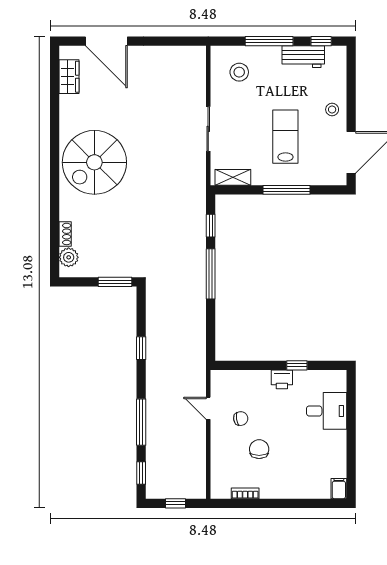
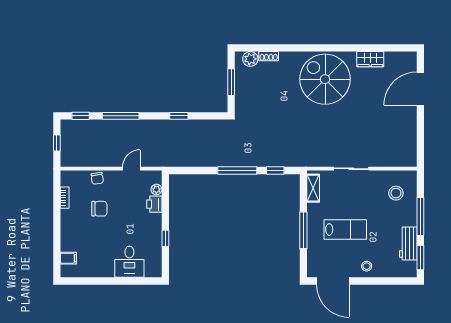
window: (321, 41) -> (420, 257), width x1.50
wardrobe: (69, 77) -> (370, 59), moved
window: (115, 282) -> (231, 82), moved
plant: (235, 377) -> (156, 190), added
printer: (282, 379) -> (154, 204), moved
chair: (241, 419) -> (97, 178), moved
filing cabinet: (339, 489) -> (68, 258), moved

